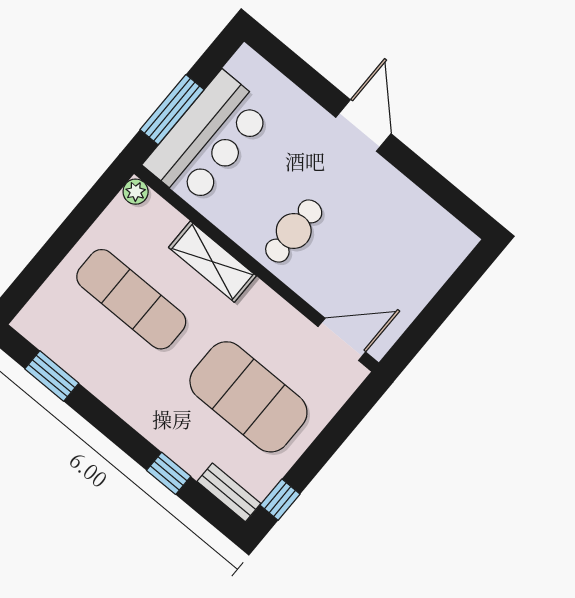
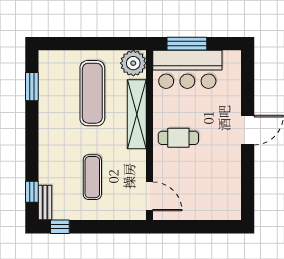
plant: (136, 192) -> (133, 63), width x1.87, depth x1.87
shelving: (212, 262) -> (137, 114), width x1.47
exercise mat: (248, 397) -> (92, 177), width x0.50, depth x0.69
window: (169, 473) -> (32, 192), moved

